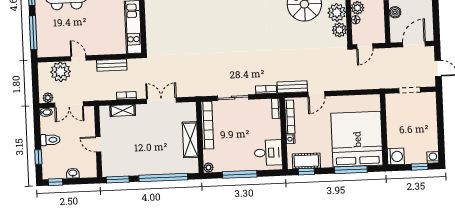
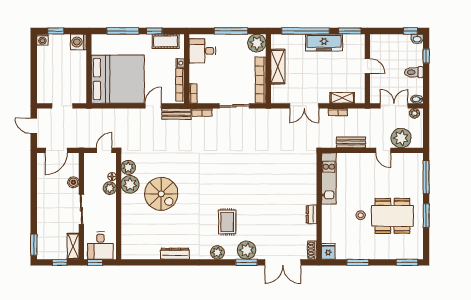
bed: (357, 139) -> (118, 79), moved, turned -90
freezer: (144, 166) -> (324, 43), added
plant: (209, 168) -> (257, 43), width x1.88, depth x1.88
window: (306, 172) -> (154, 31), moved
washbasin: (73, 173) -> (417, 39), moved

